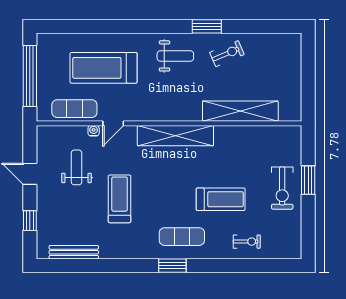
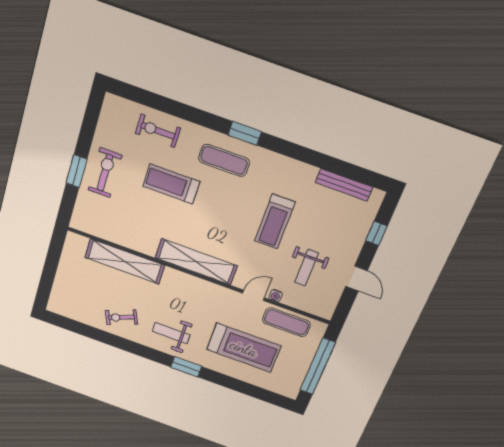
window: (207, 26) -> (186, 367), moved
exercise bike: (247, 242) -> (158, 131), width x1.38, depth x1.39

